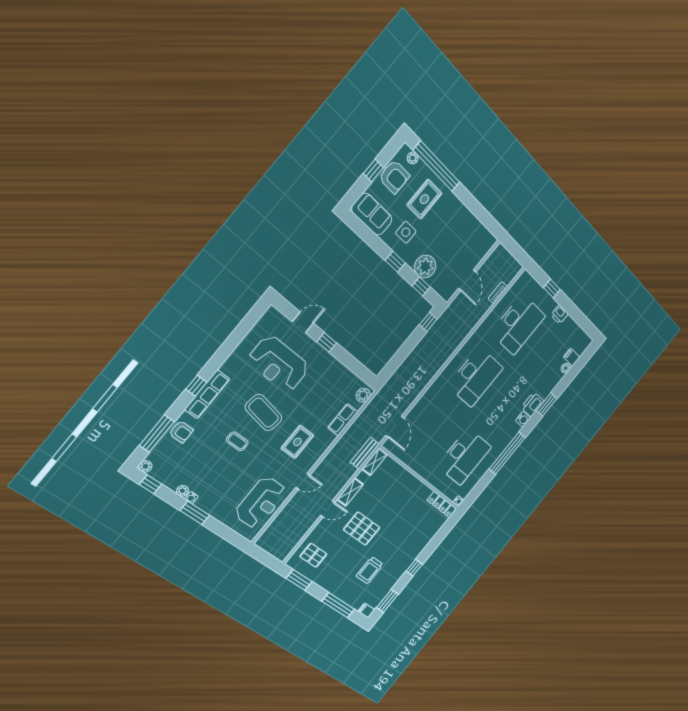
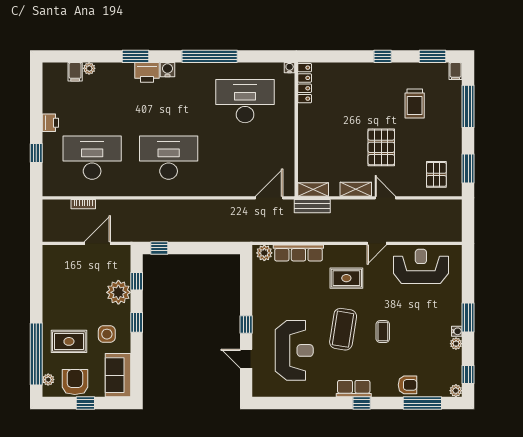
row of seats: (207, 394) -> (354, 389), width x0.68
row of seats: (343, 420) -> (298, 253), width x1.48
armchair: (181, 432) -> (408, 385), turned 90
door: (303, 481) -> (377, 243), swing flipped
trolley: (370, 570) -> (415, 103), turned 90

